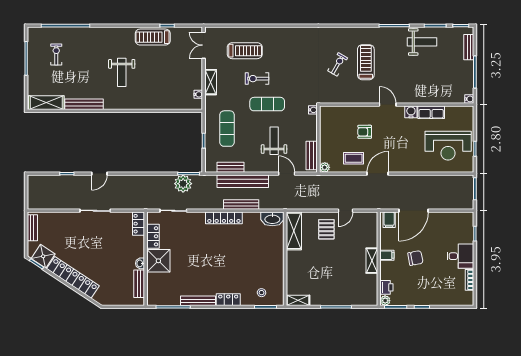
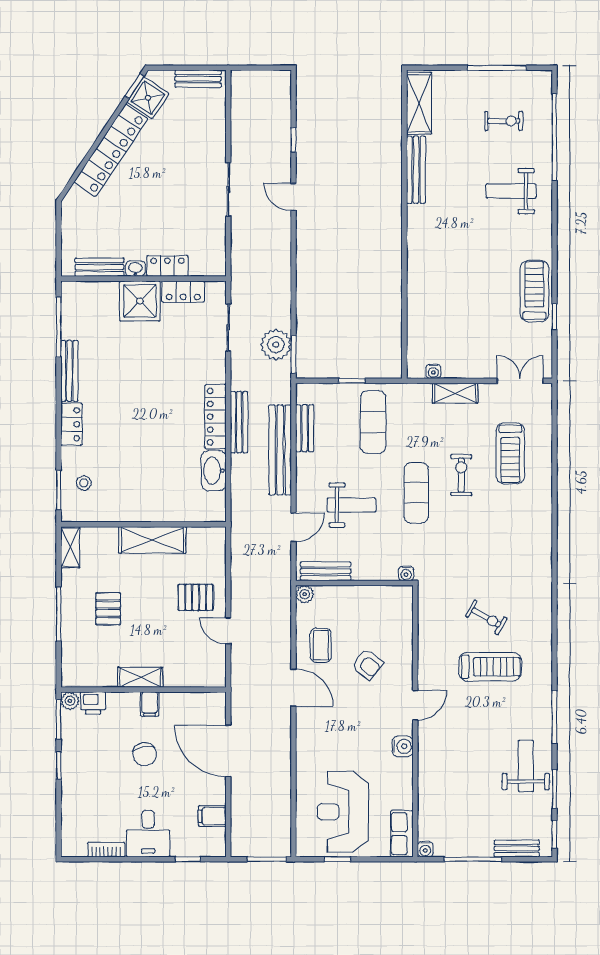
weight bench: (422, 42) -> (526, 766), turned 180
weight bench: (122, 72) -> (511, 191), moved
row of seats: (431, 112) -> (402, 834), moved
exercise mat: (227, 129) -> (373, 422), turned 90
armchair: (365, 132) -> (367, 665), turned 128
bench: (241, 205) -> (239, 422), moved
washbasin: (272, 219) -> (214, 471), moved
filing cabinet: (389, 220) -> (212, 816), moved
locker: (139, 224) -> (167, 266), moved
shelving: (294, 231) -> (152, 540), moved
pallet: (333, 279) -> (108, 609), added

